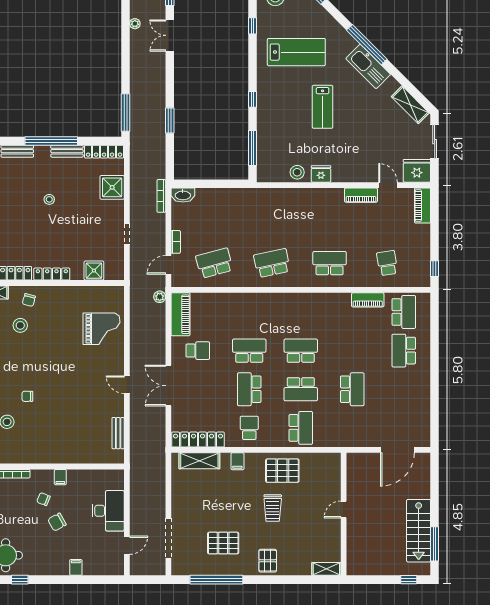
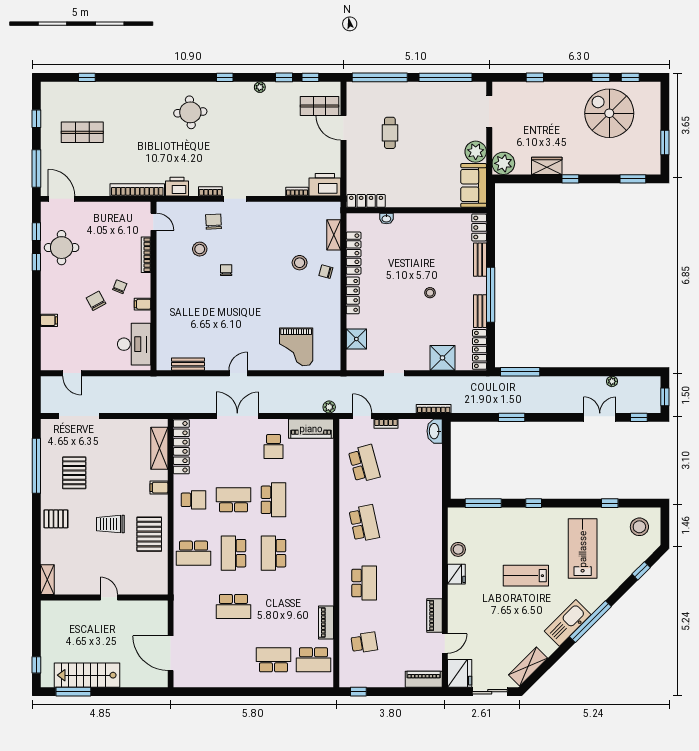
lab bench: (296, 52) -> (583, 549), turned 180
school desk: (301, 351) -> (273, 553), turned 180
desk: (108, 511) -> (134, 344), moved, turned -90

